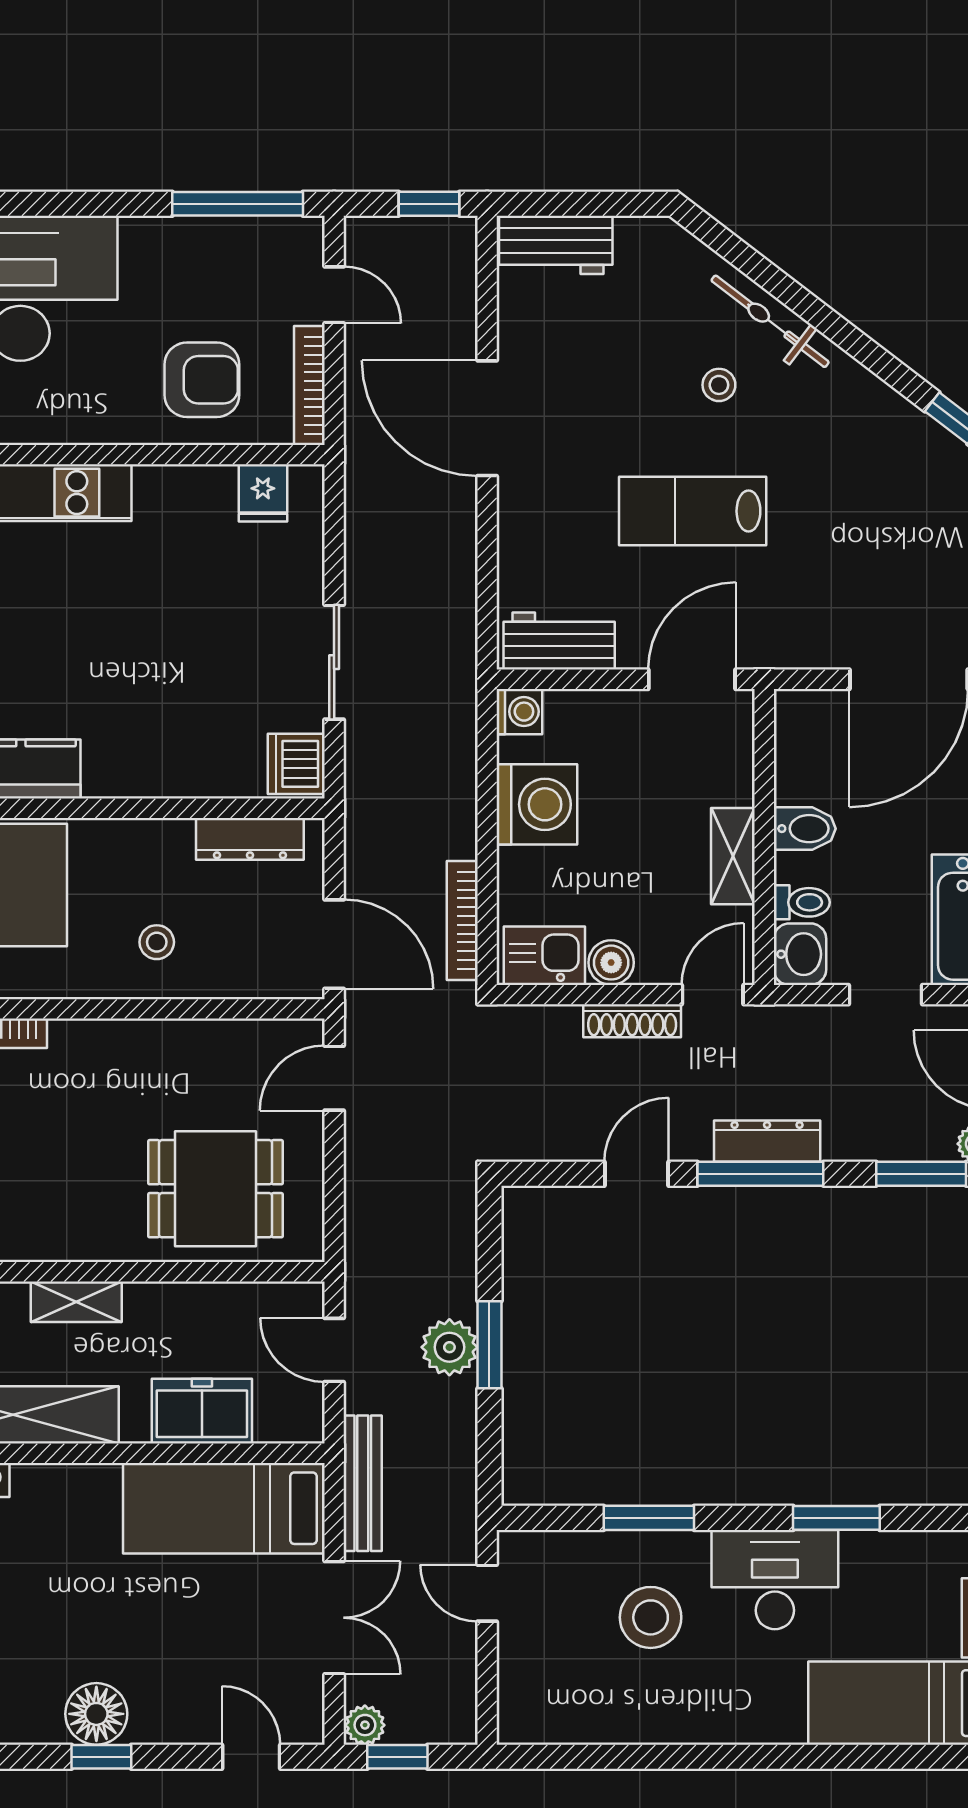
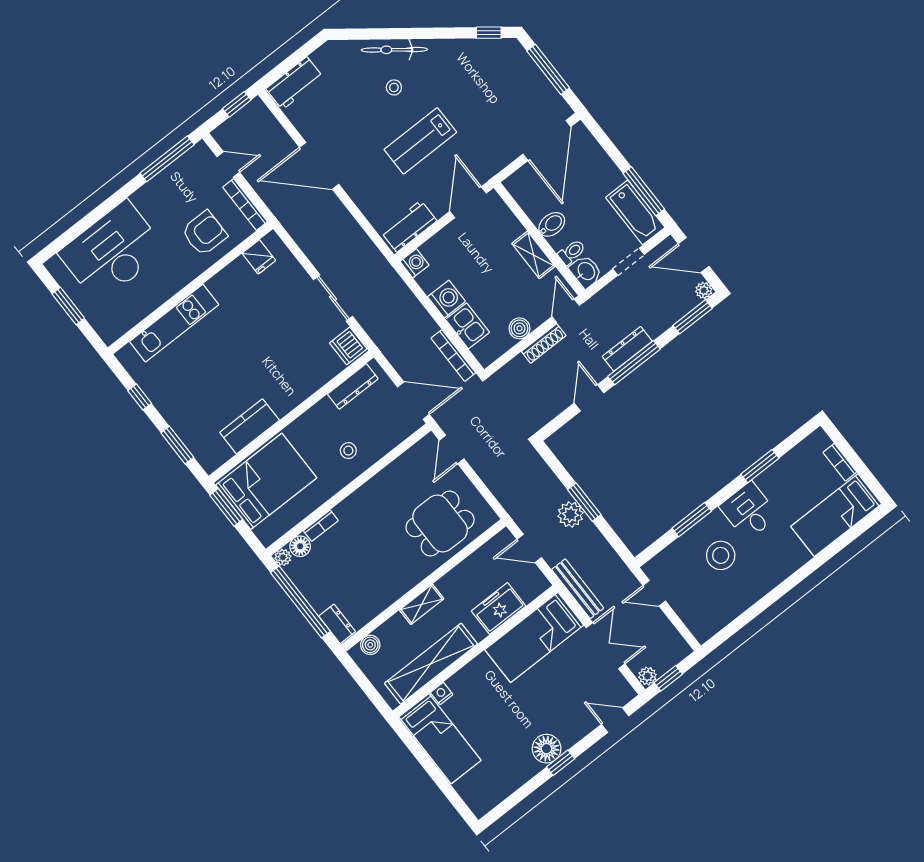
washing machine: (537, 804) -> (446, 299), width x0.73, depth x0.73
kitchen sink: (544, 956) -> (468, 326), moved, turned 90
desk: (775, 1580) -> (749, 511), width x0.73

